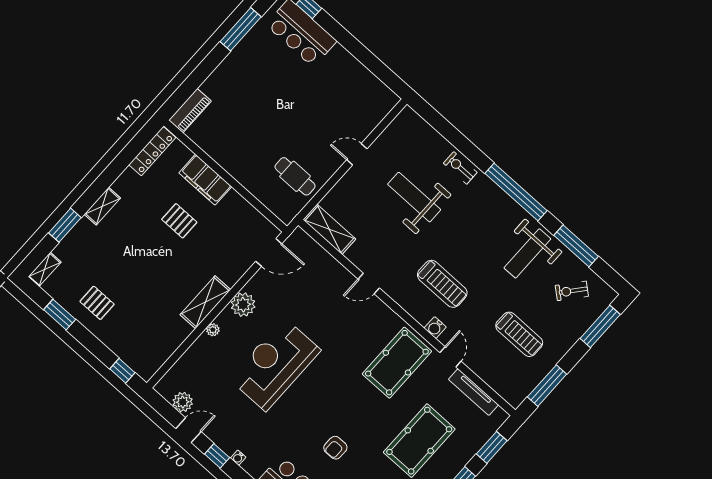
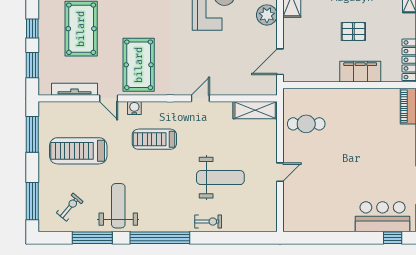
treadmill: (519, 334) -> (78, 151), width x1.37, depth x1.38

